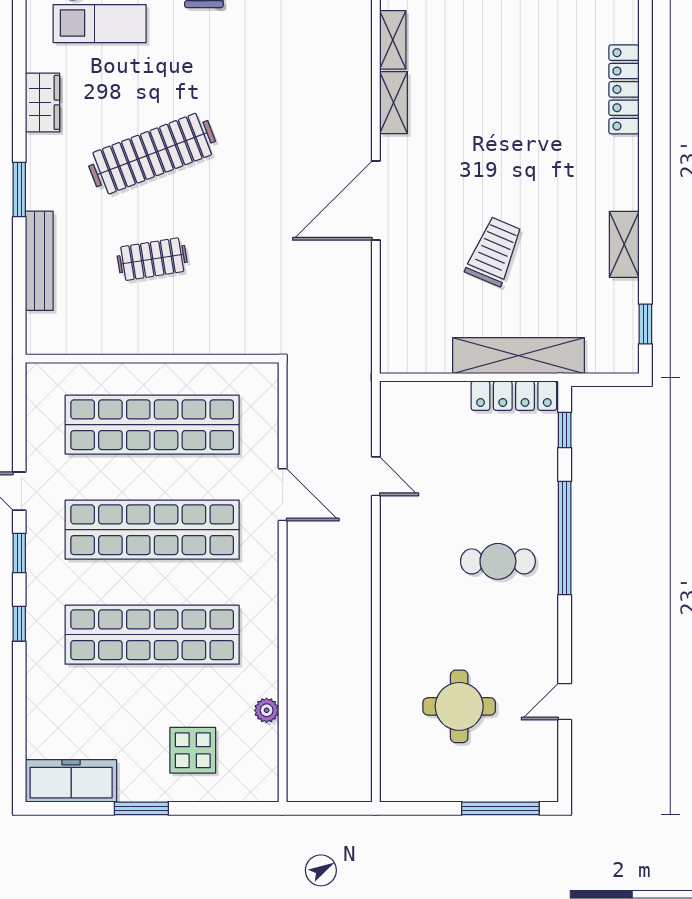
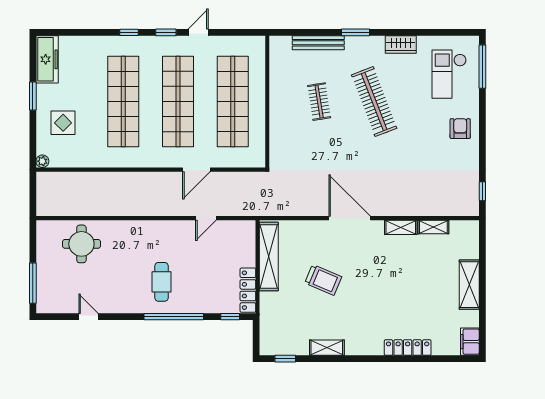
shelving: (519, 356) -> (269, 257), moved
round table: (459, 706) -> (81, 244), moved
plant: (267, 710) -> (42, 161), moved

